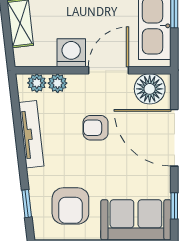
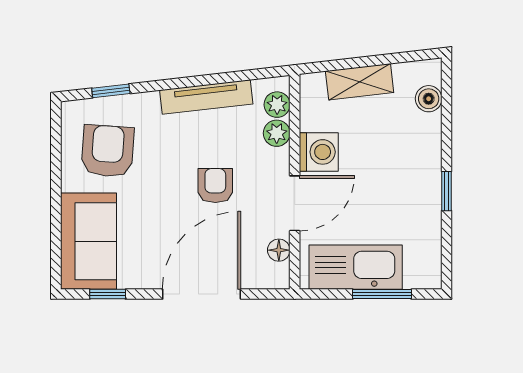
door: (108, 70) -> (295, 203), hinge flipped
floor lamp: (150, 89) -> (279, 250), width x0.53, depth x0.53
armchair: (70, 206) -> (108, 151), turned 94

